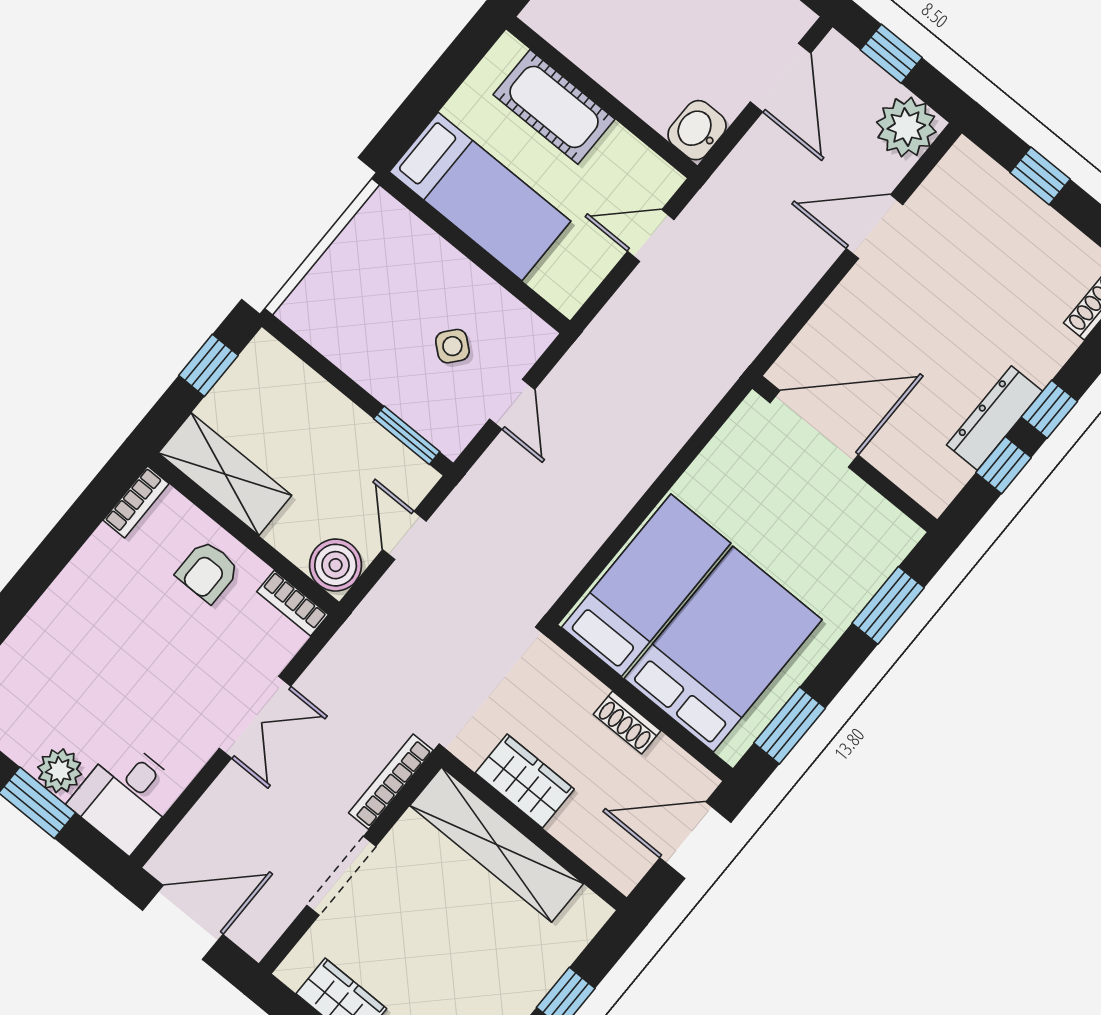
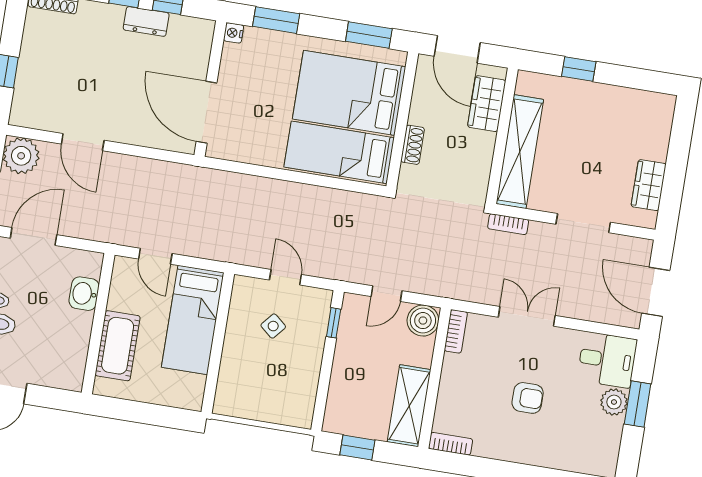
washbasin: (697, 130) -> (84, 294), moved, turned 90
bed: (480, 196) -> (193, 320), moved, turned 180
door: (512, 404) -> (285, 277), hinge flipped
dresser: (994, 418) -> (146, 21), width x0.70
window: (407, 435) -> (334, 323), width x0.67
nightstand: (905, 534) -> (234, 33), added
armchair: (208, 571) -> (528, 398), moved
shoe rack: (627, 722) -> (413, 145), moved
wardrobe: (525, 781) -> (487, 104), moved
bookcase: (391, 782) -> (508, 224), width x0.64

